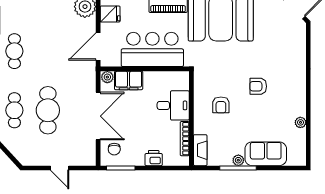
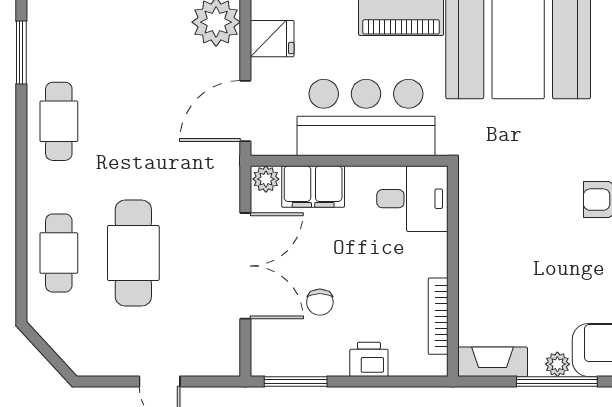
desk: (173, 105) -> (412, 199), moved
armchair: (221, 105) -> (519, 241), removed
chair: (114, 149) -> (320, 302), moved
fireplace: (200, 150) -> (493, 362), moved, turned -90

